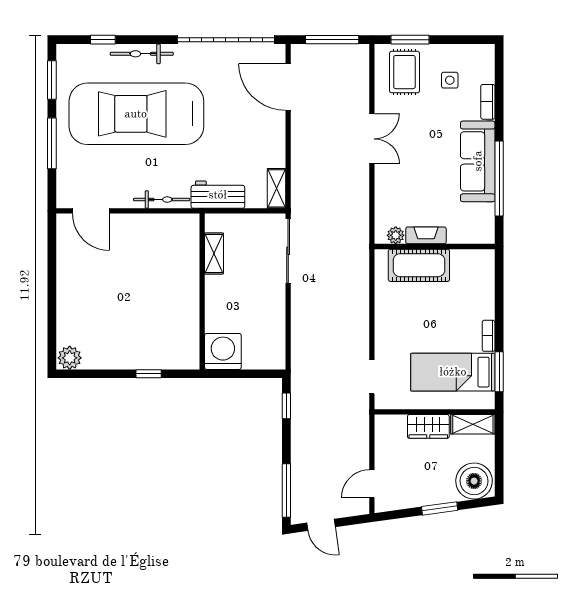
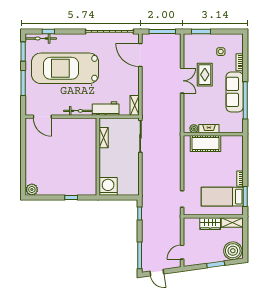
bicycle: (142, 54) -> (41, 38), moved
rug: (404, 72) -> (205, 75), moved

